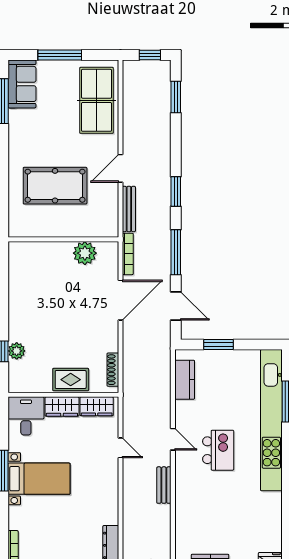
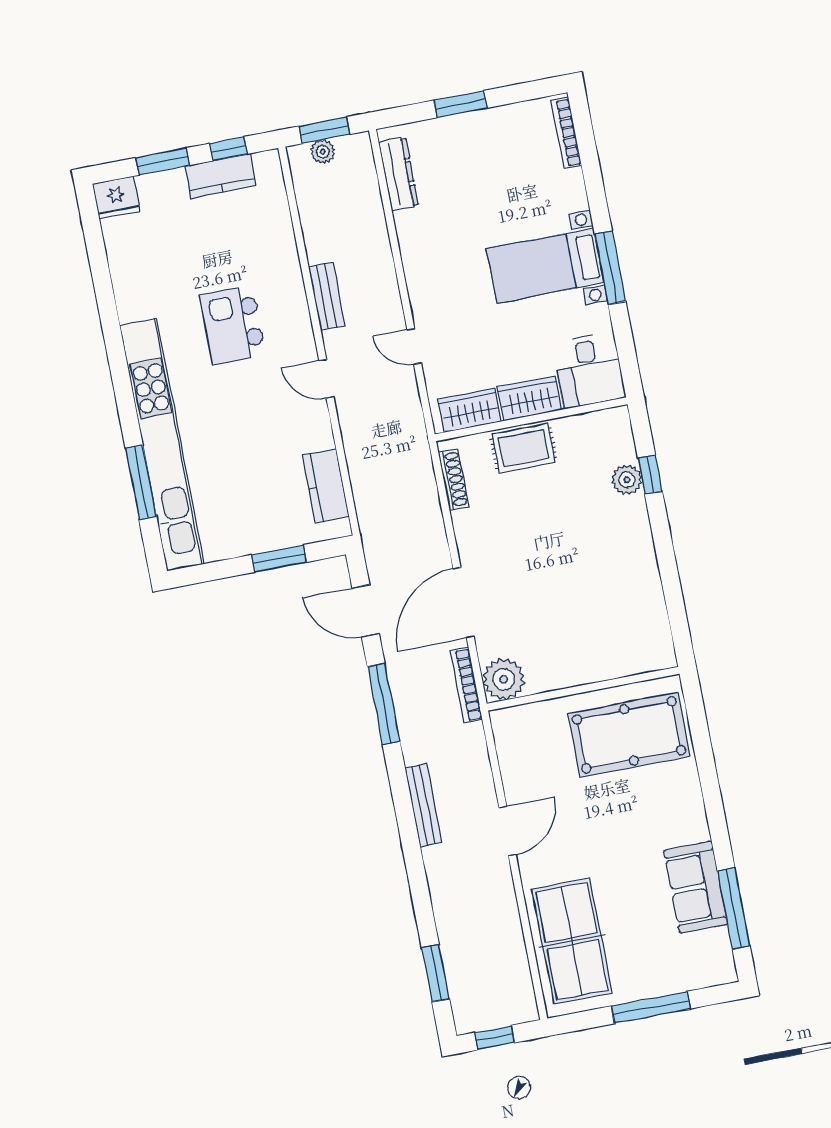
sofa: (22, 84) -> (696, 887), moved
pool table: (55, 186) -> (629, 735), moved
window: (176, 192) -> (404, 809), removed
bench: (129, 209) -> (423, 805), moved
plant: (85, 253) -> (504, 679), moved
kitchen island: (218, 450) -> (233, 325), moved

